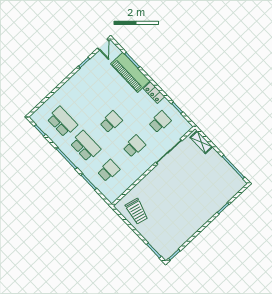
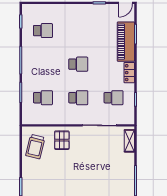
school desk: (62, 122) -> (43, 31), width x0.54
school desk: (85, 146) -> (43, 64), removed
pallet: (152, 188) -> (62, 140), added

